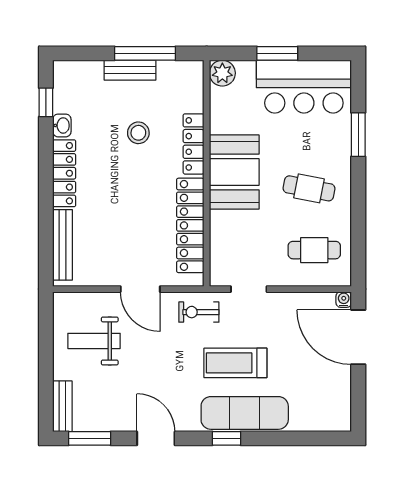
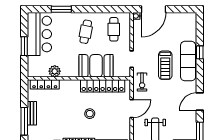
window: (145, 53) -> (24, 121), moved
plant: (222, 73) -> (55, 71), moved
stool: (138, 133) -> (90, 114), moved
locker: (194, 144) -> (45, 84), moved
booth: (234, 172) -> (96, 66), moved
window: (227, 438) -> (200, 52), moved

